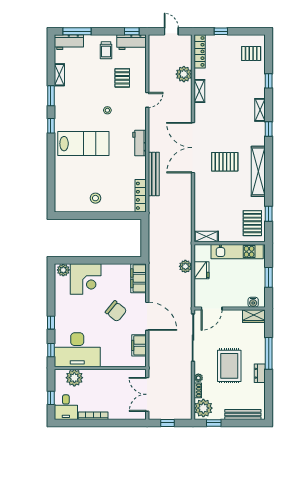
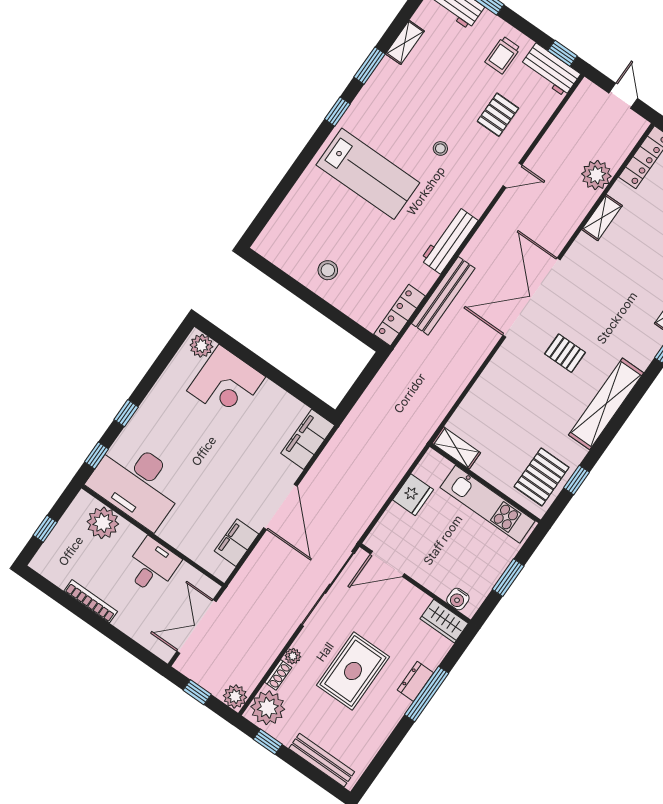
workbench: (139, 143) -> (449, 240), width x1.38
pallet: (225, 162) -> (565, 353), width x0.67, depth x0.71
plant: (185, 266) -> (235, 696), moved
chair: (116, 311) -> (238, 466), removed
dresser: (260, 373) -> (415, 681), moved
desk: (66, 407) -> (152, 566), moved, turned 180

